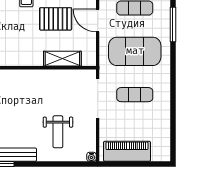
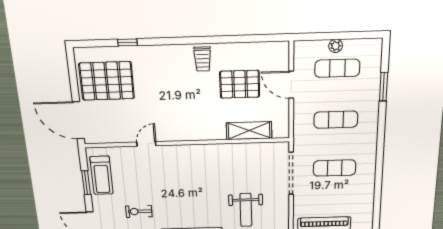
window: (173, 25) -> (384, 87), width x0.69
exercise mat: (135, 51) -> (336, 120), width x0.50, depth x0.69

